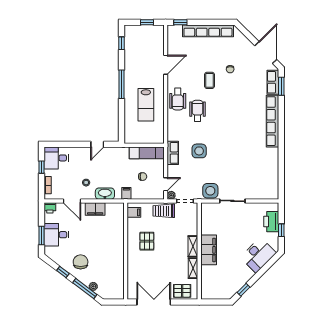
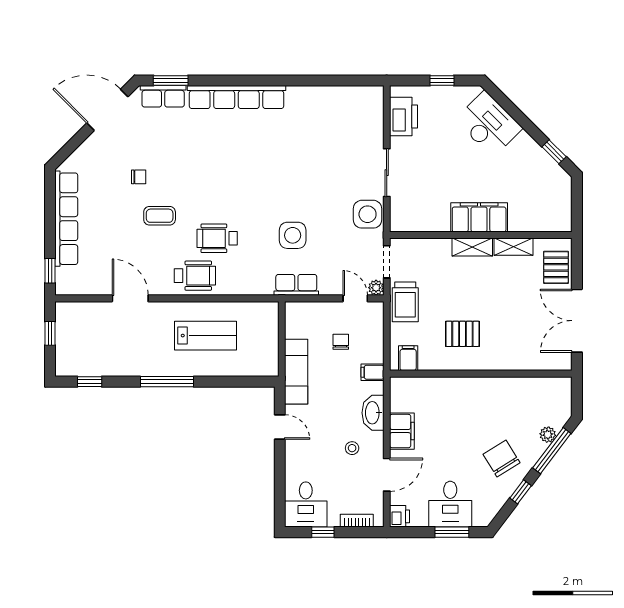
exam couch: (147, 153) -> (296, 372), moved
printer: (271, 222) -> (404, 117), moved, turned -90
chair: (81, 262) -> (502, 459), turned 58

